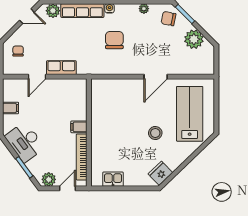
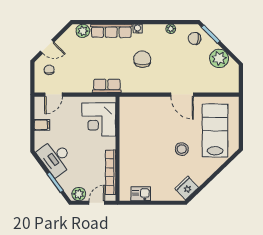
door: (27, 16) -> (47, 47), moved
row of seats: (61, 68) -> (107, 86), moved
door: (37, 77) -> (54, 95), moved
door: (156, 77) -> (182, 95), hinge flipped
corner desk: (69, 102) -> (99, 120), added
filing cabinet: (79, 127) -> (108, 143), removed

